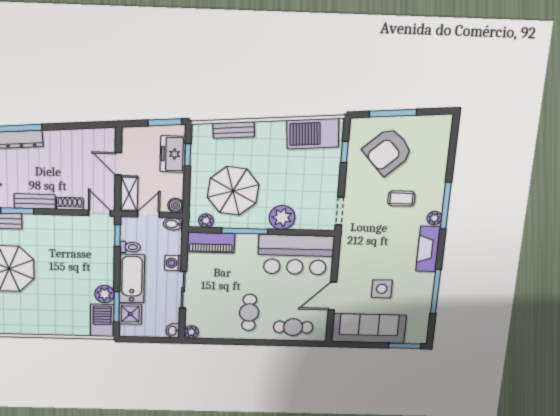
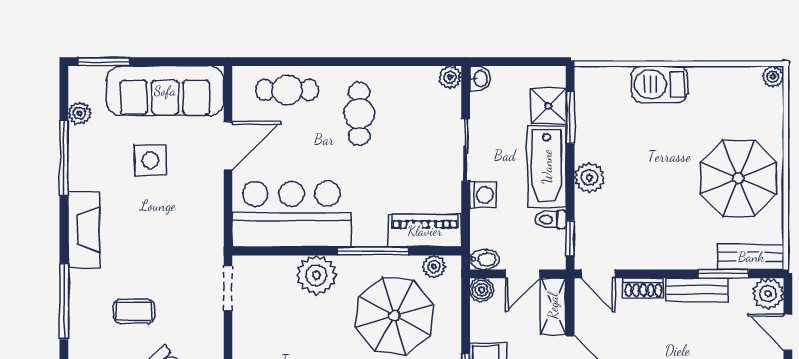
plant: (434, 218) -> (79, 113), moved
plant: (105, 294) -> (589, 178), moved
barbecue: (102, 320) -> (659, 84), moved, turned 90

